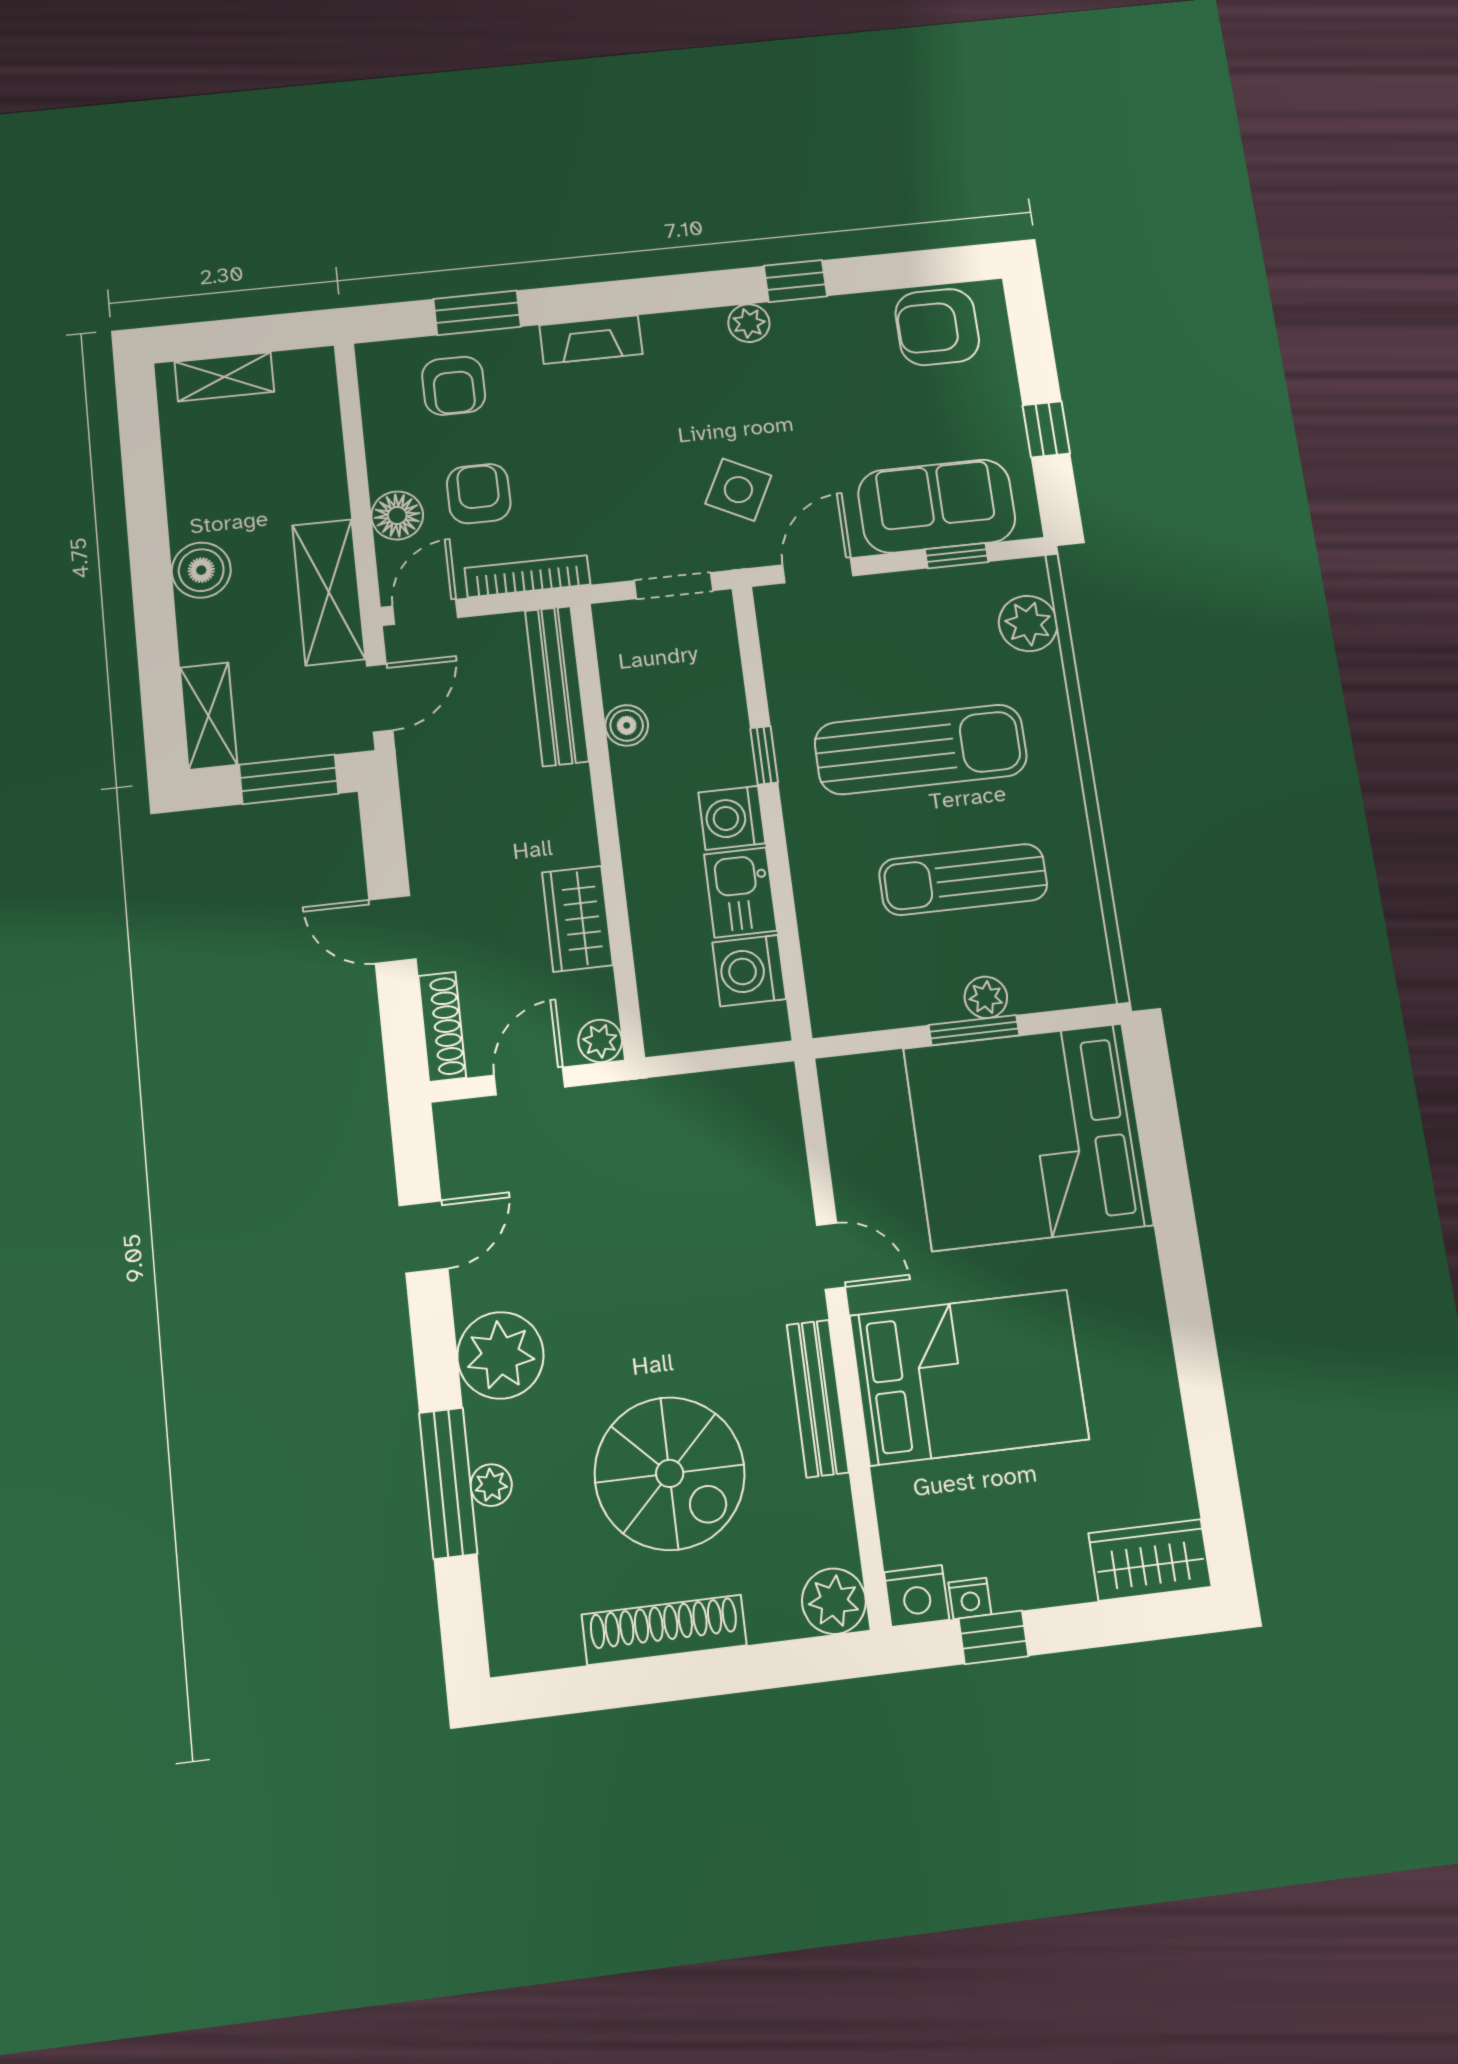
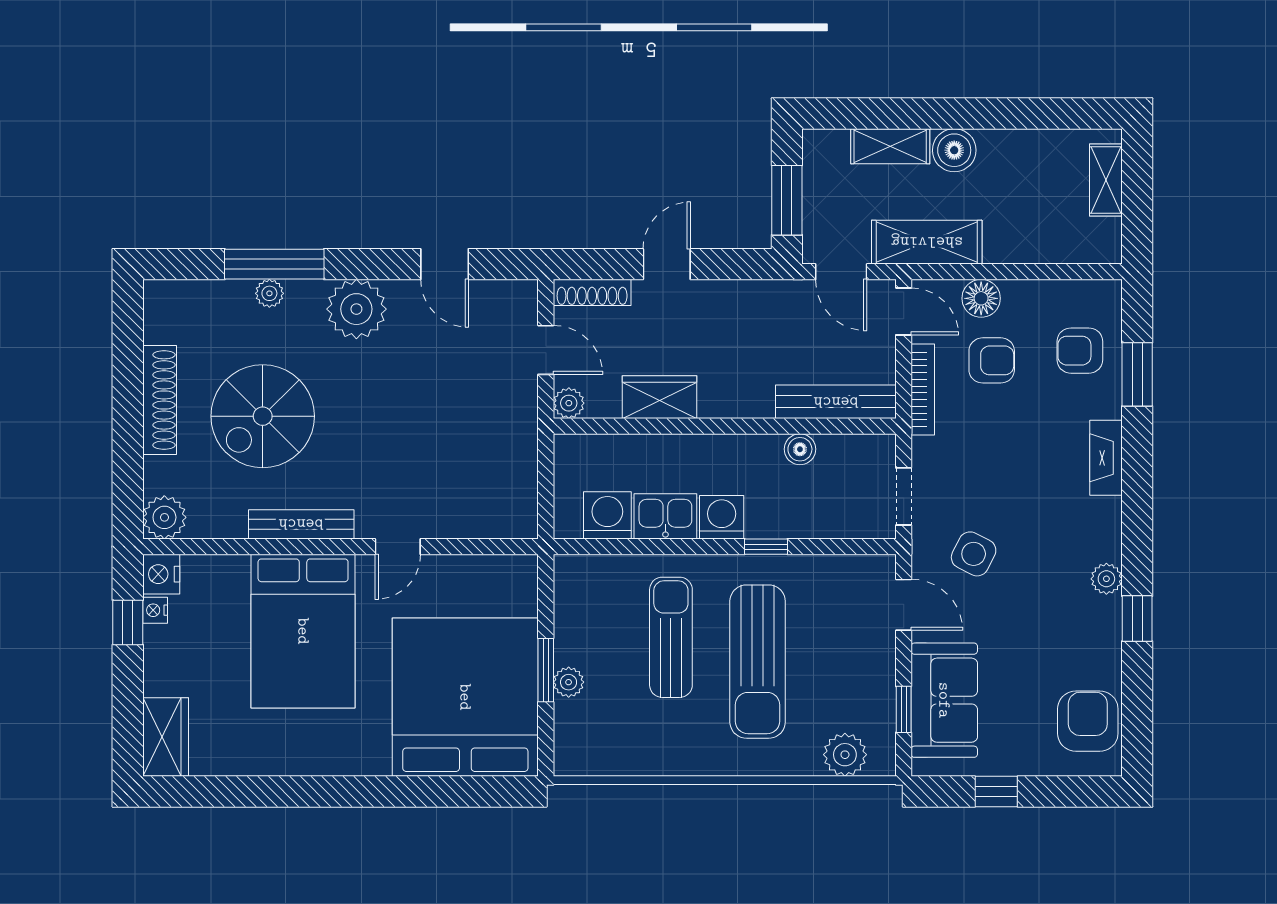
shelving: (208, 716) -> (890, 146), moved
sun lounger: (963, 880) -> (671, 637), moved

